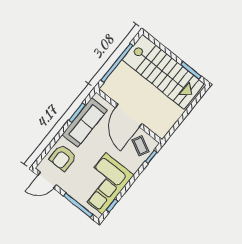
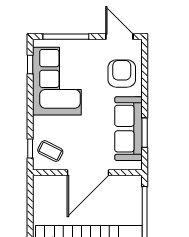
door: (129, 116) -> (88, 173), swing flipped
door: (47, 180) -> (119, 37), hinge flipped

